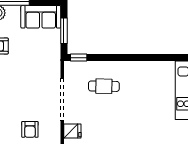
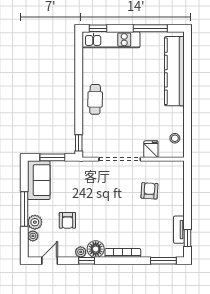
cafe table: (104, 86) -> (95, 99), moved
armchair: (30, 129) -> (149, 191), turned -86

